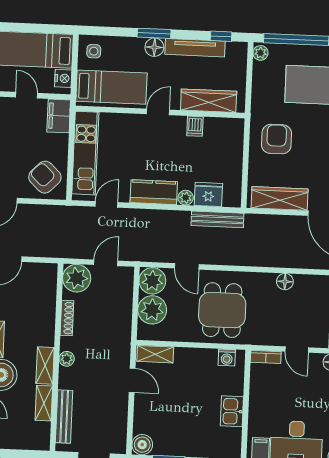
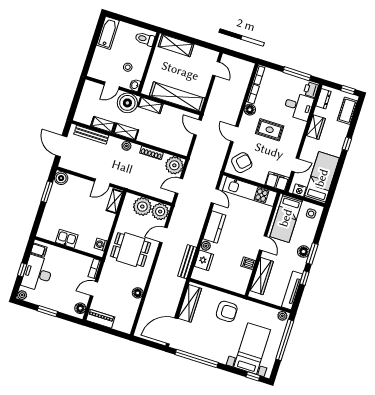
window: (221, 36) -> (304, 278), moved
tv unit: (195, 48) -> (292, 290), moved
door: (106, 263) -> (179, 186), swing flipped

